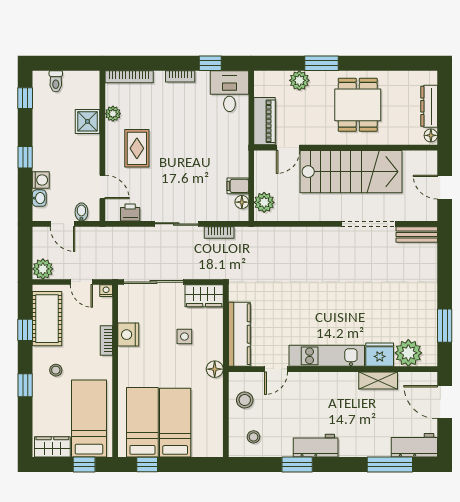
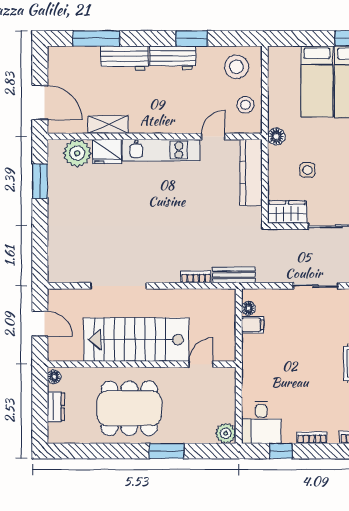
plant: (299, 80) -> (226, 433), moved
dining table: (358, 105) -> (129, 408), width x1.38
dresser: (429, 106) -> (56, 407), width x0.70
piano: (265, 121) -> (225, 391), removed
plant: (264, 202) -> (225, 308), removed
bookcase: (219, 233) -> (196, 277), moved
bench: (417, 235) -> (234, 275), moved
stool: (253, 437) -> (236, 67), width x1.89, depth x1.89
workbench: (414, 445) -> (124, 58), moved

